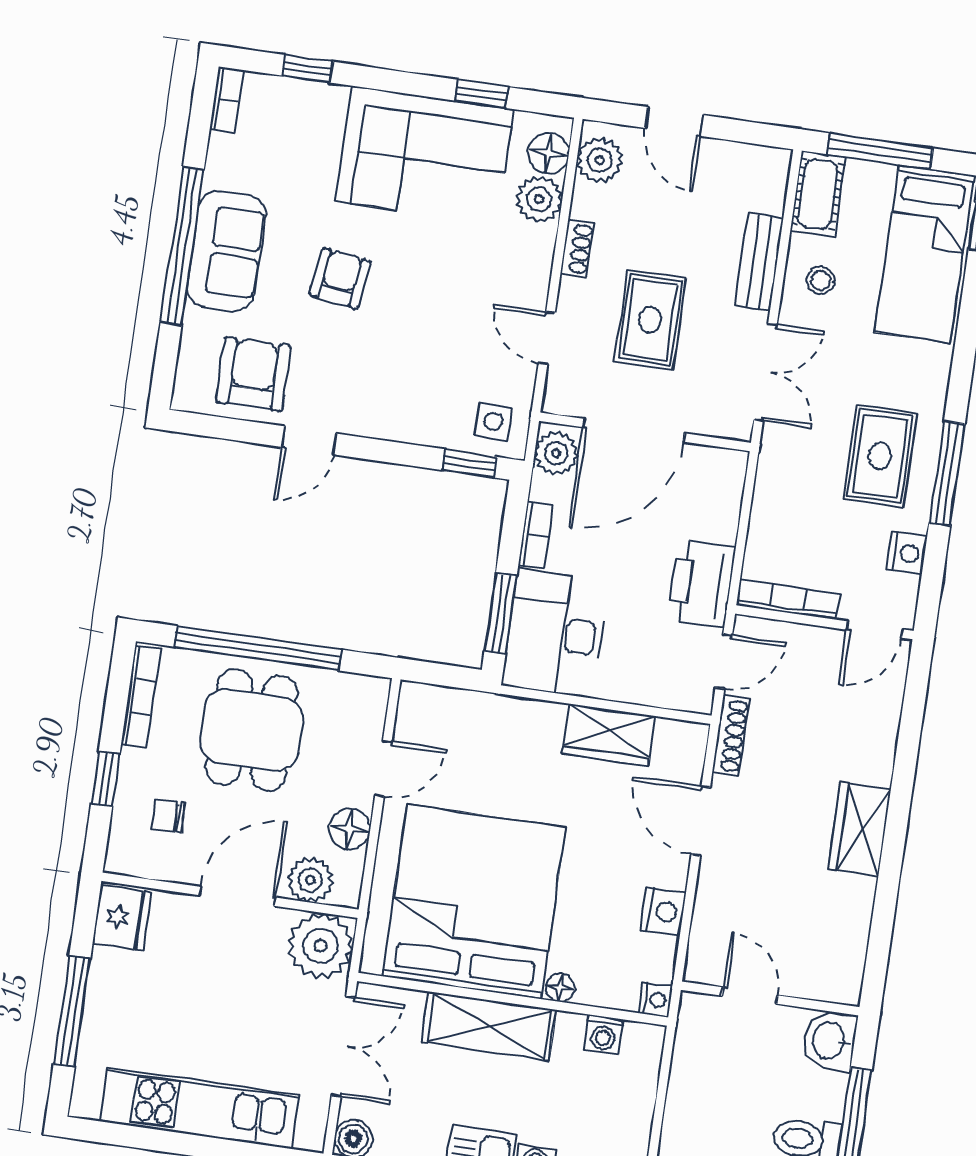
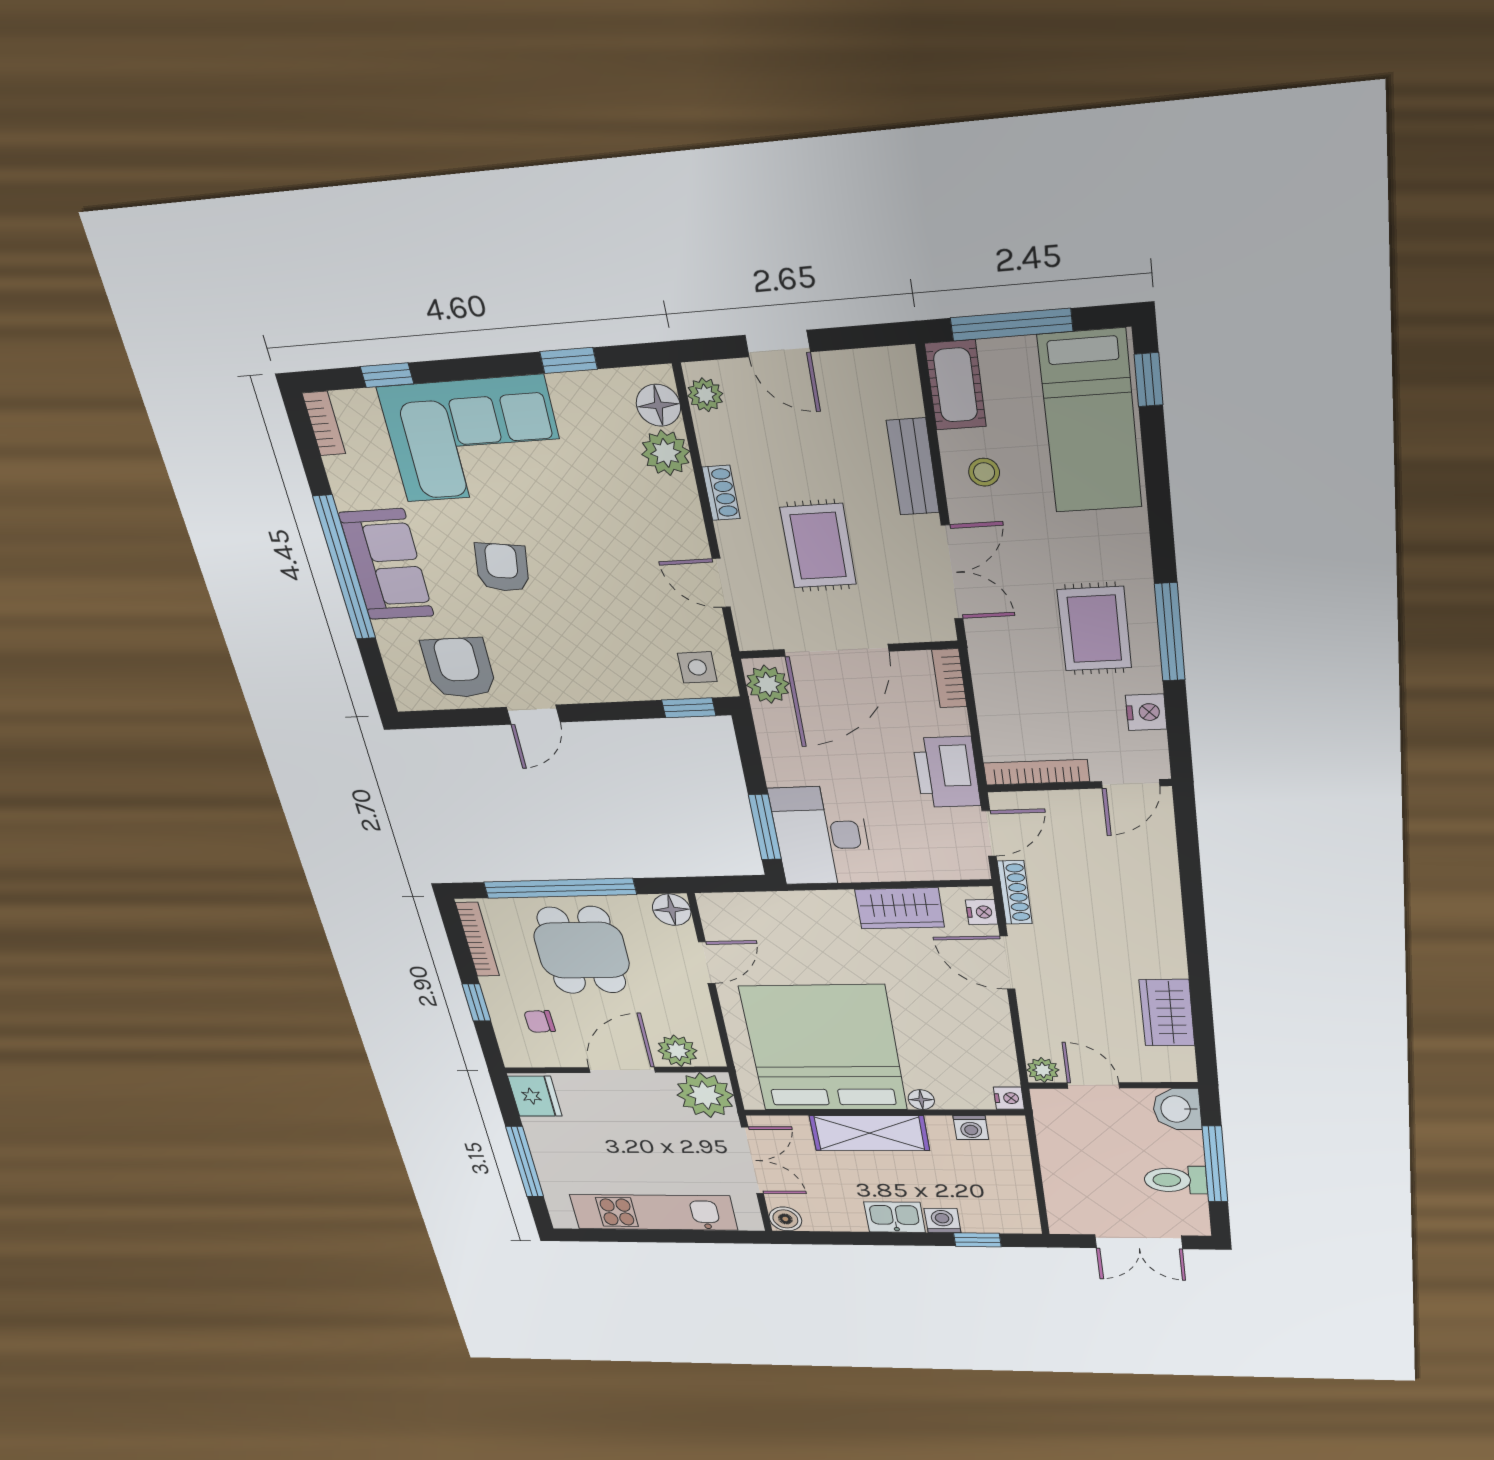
corner sofa: (424, 155) -> (474, 439), moved
plant: (600, 160) -> (705, 395), width x0.73, depth x0.73
bookcase: (536, 535) -> (949, 678), moved, turned 180
floor lamp: (350, 829) -> (672, 910), moved
wardrobe: (860, 829) -> (1167, 1013), moved
nightstand: (663, 912) -> (982, 912), moved, width x0.72, depth x0.74
plant: (702, 967) -> (1043, 1070), added

